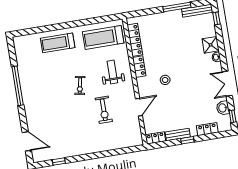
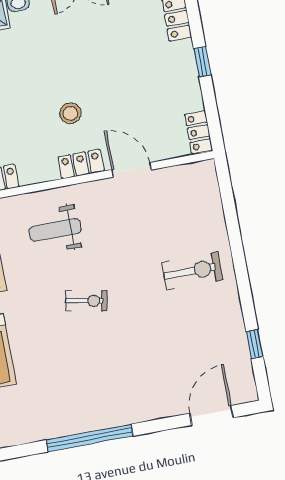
locker: (139, 67) -> (81, 164), moved
exercise bike: (104, 110) -> (192, 271), moved
bench: (178, 135) -> (190, 83), removed

